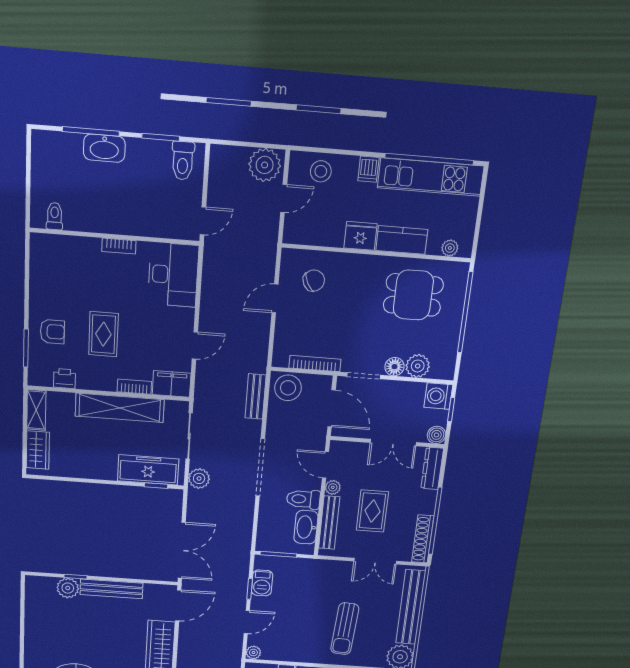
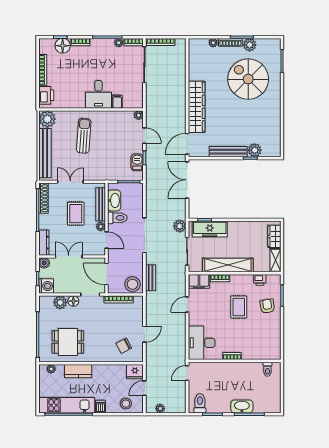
plant: (265, 165) -> (160, 409), width x0.53, depth x0.53
fridge: (360, 236) -> (135, 372), moved
armchair: (52, 332) -> (267, 306), turned 81
door: (247, 622) -> (144, 136), swing flipped

